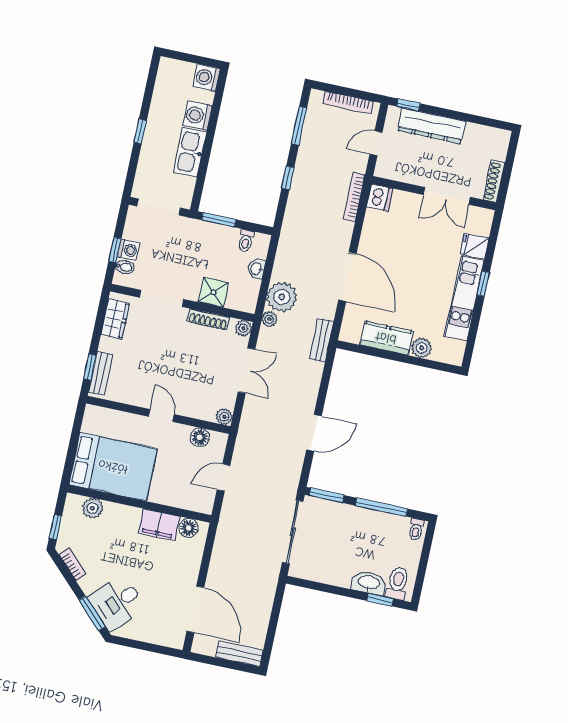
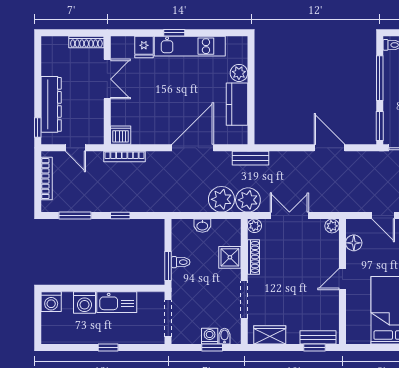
toilet: (246, 241) -> (181, 262), moved
plant: (269, 319) -> (248, 200), width x1.88, depth x1.88

